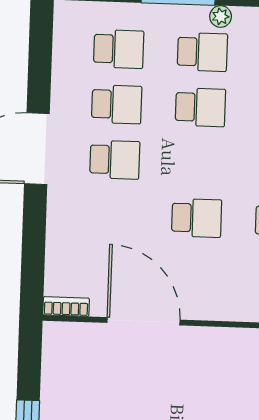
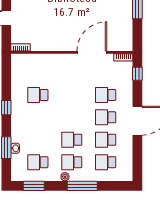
school desk: (197, 218) -> (106, 95), moved
window: (33, 265) -> (137, 74), added
door: (143, 321) -> (92, 52), swing flipped

